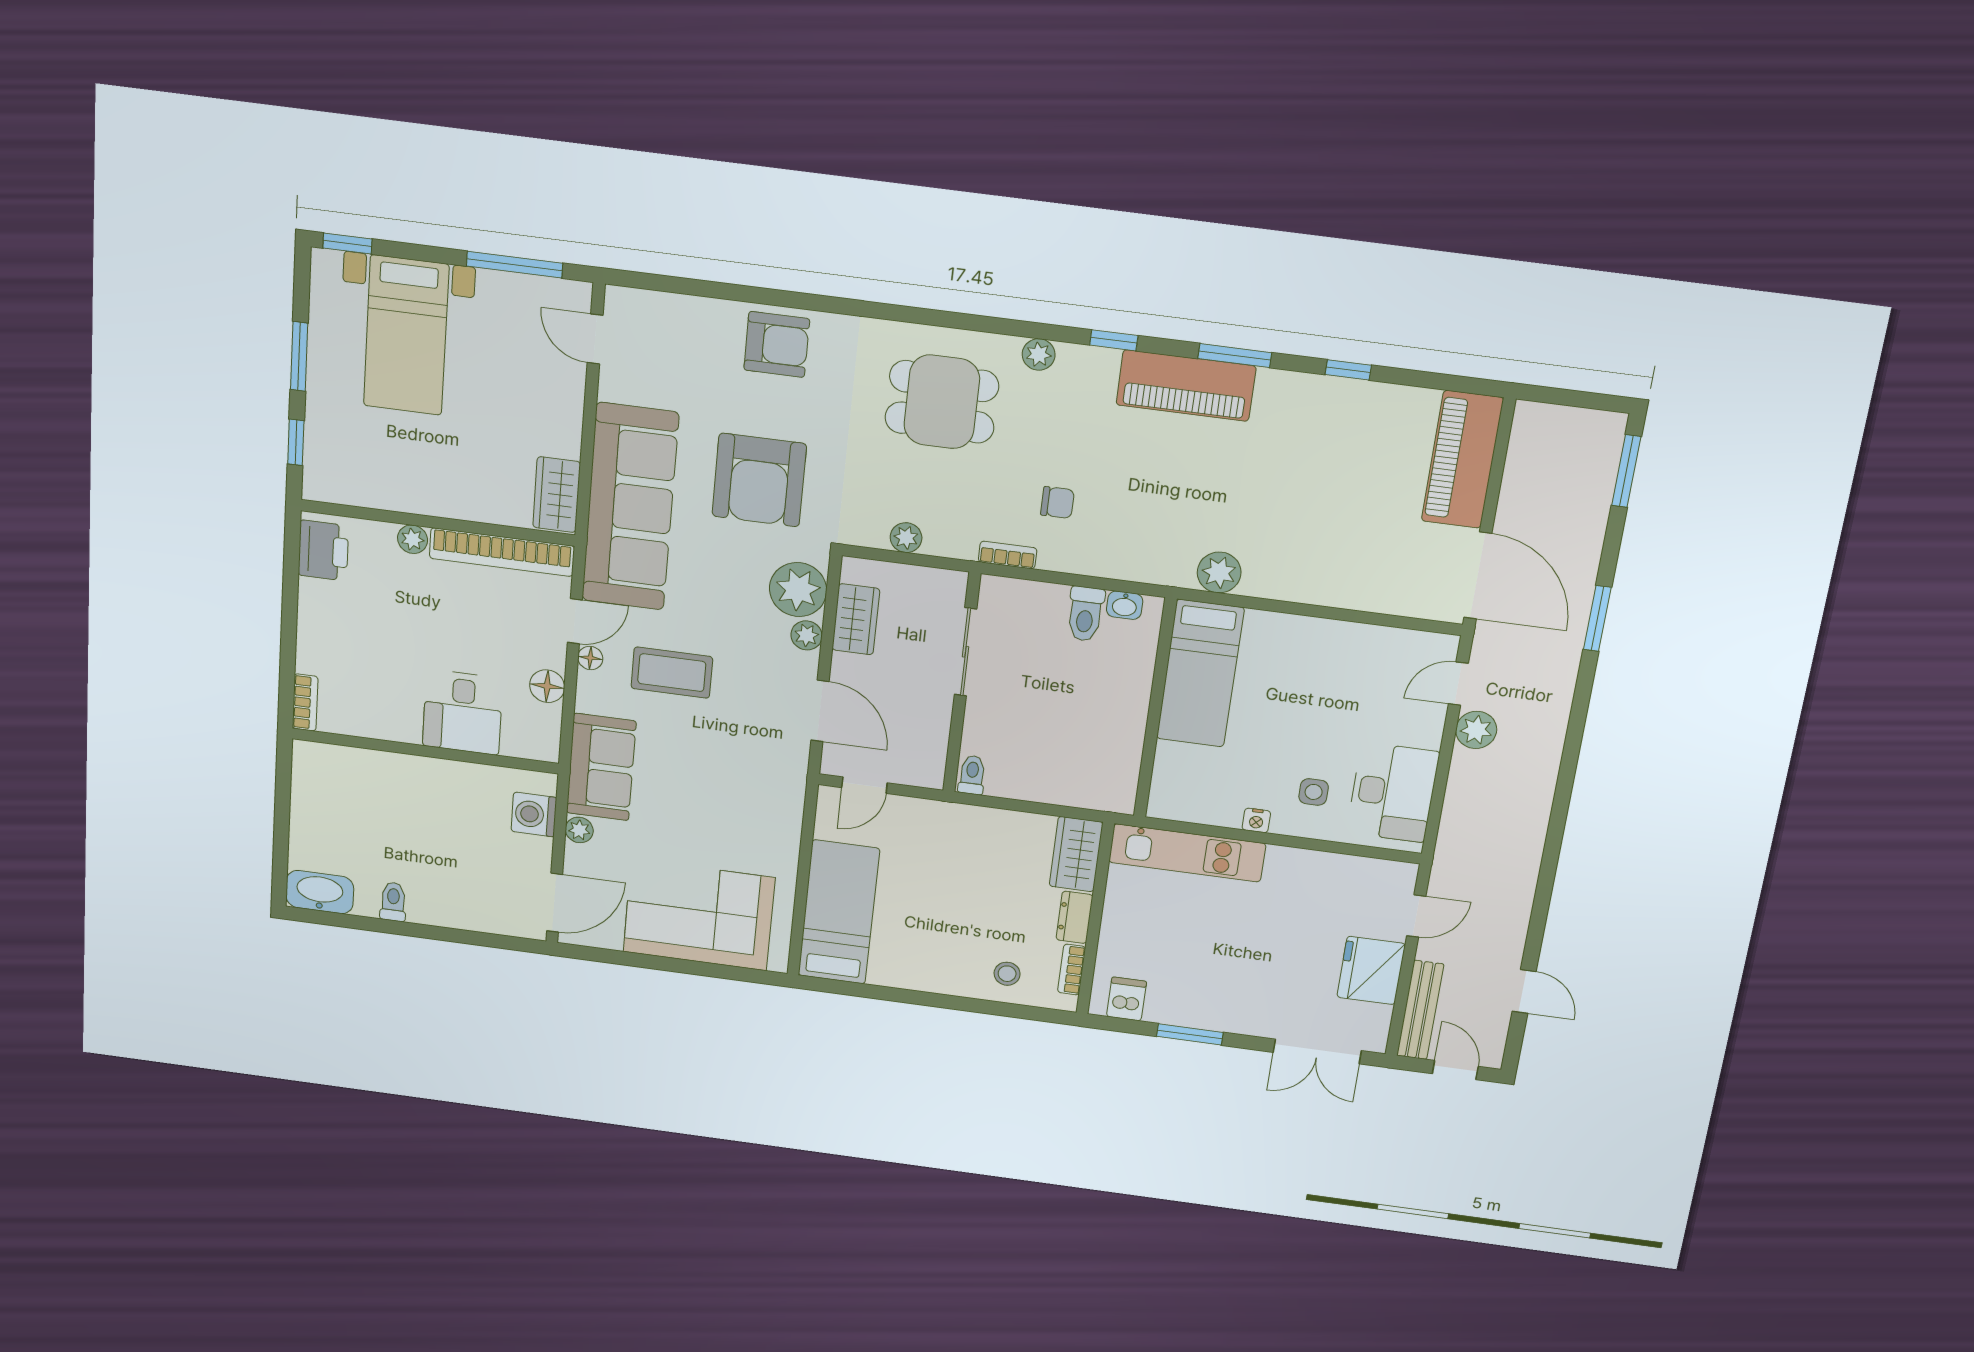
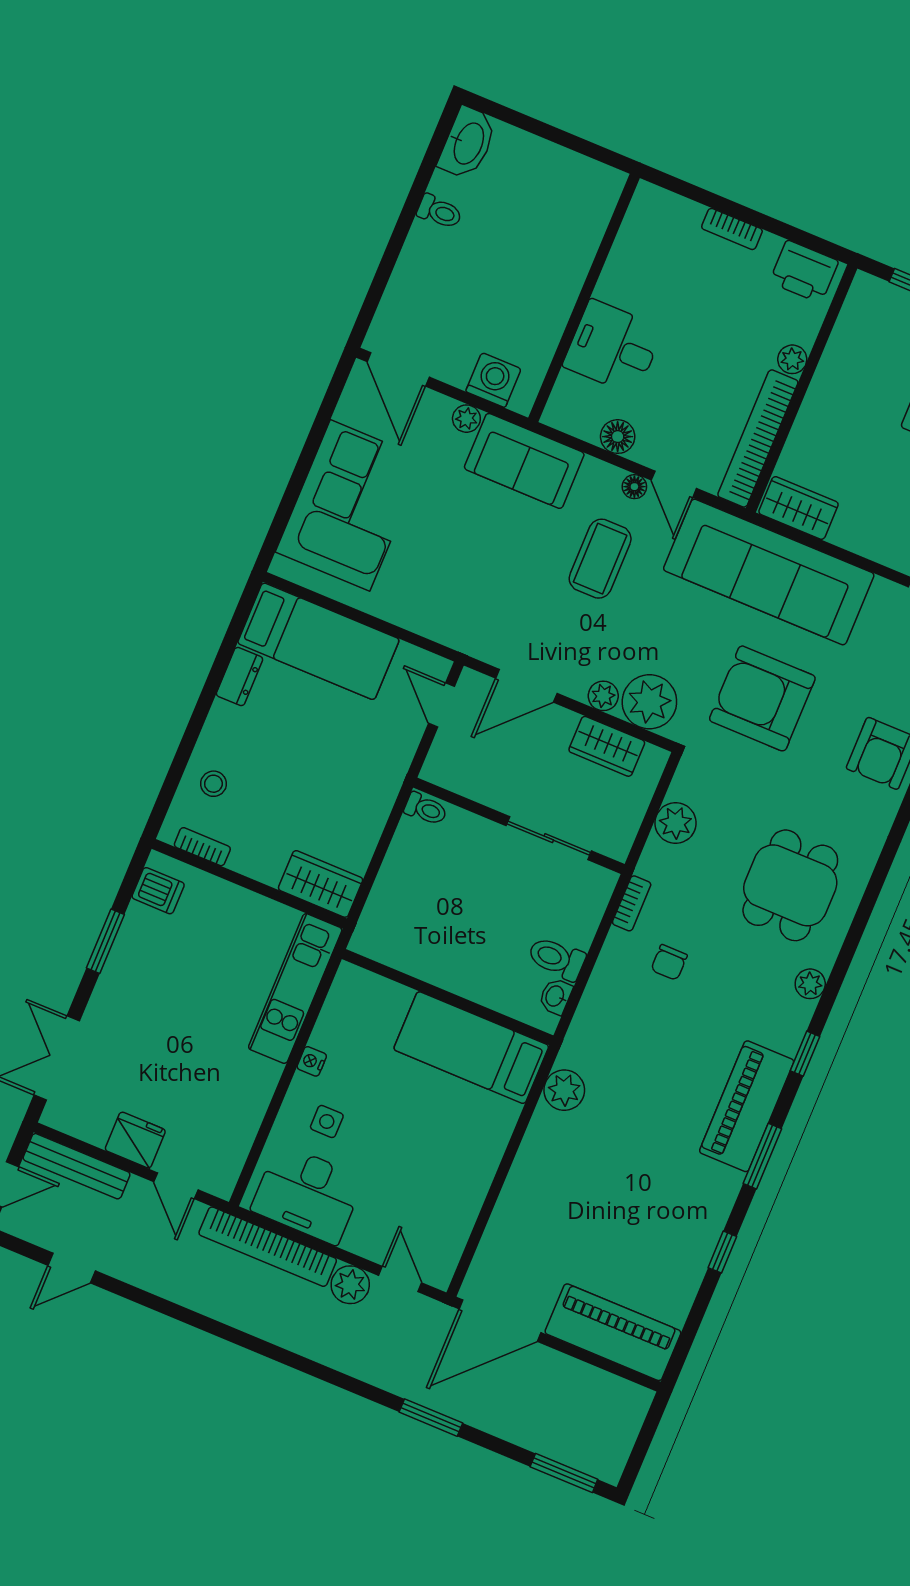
plant: (906, 538) -> (676, 823), width x1.38, depth x1.38
bookcase: (305, 702) -> (732, 229), moved
bookcase: (1457, 817) -> (268, 1247), added
dresser: (1074, 917) -> (240, 677), moved, turned 90
fridge: (1371, 970) -> (135, 1140), width x0.73, depth x0.75

